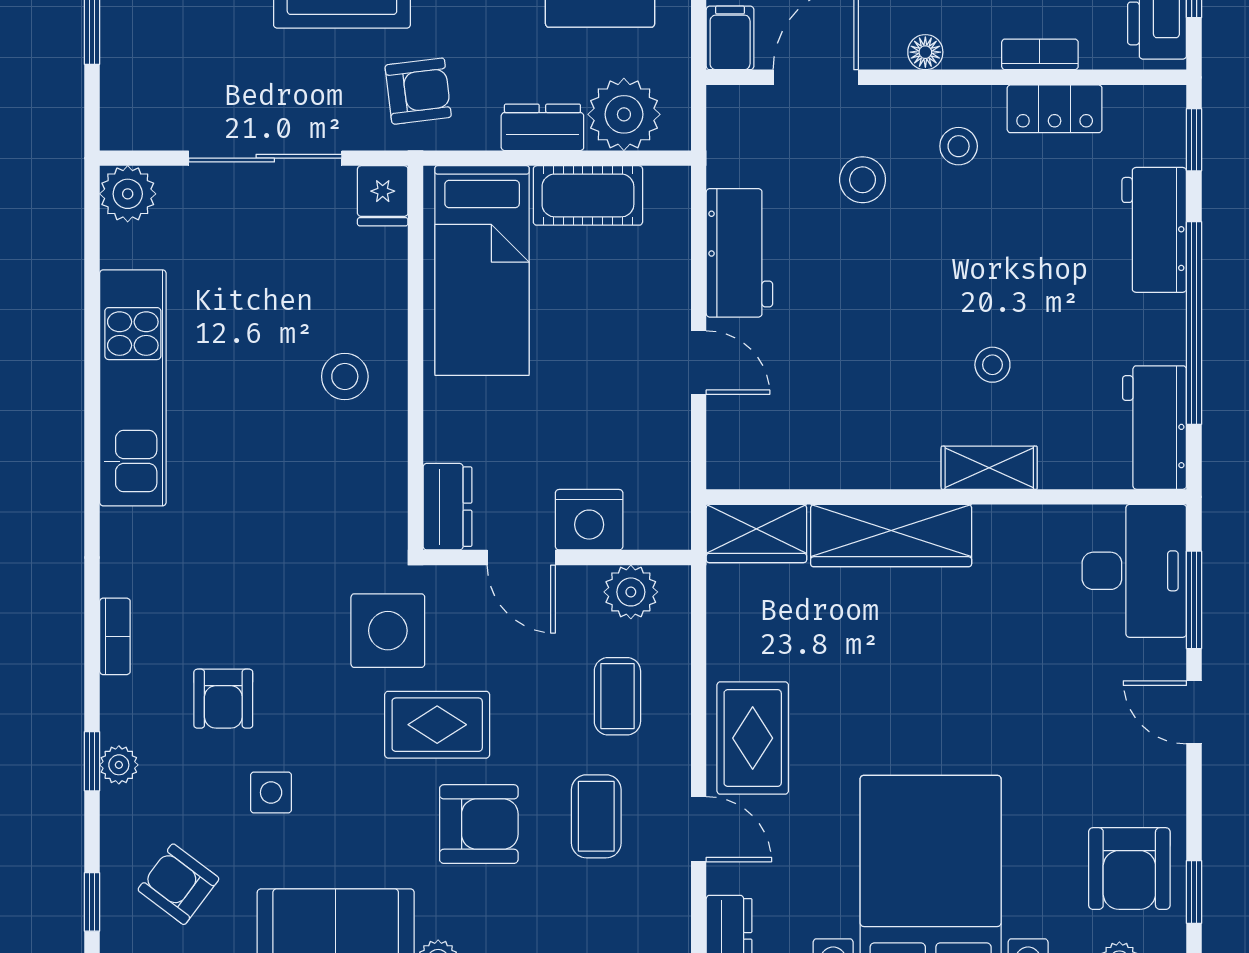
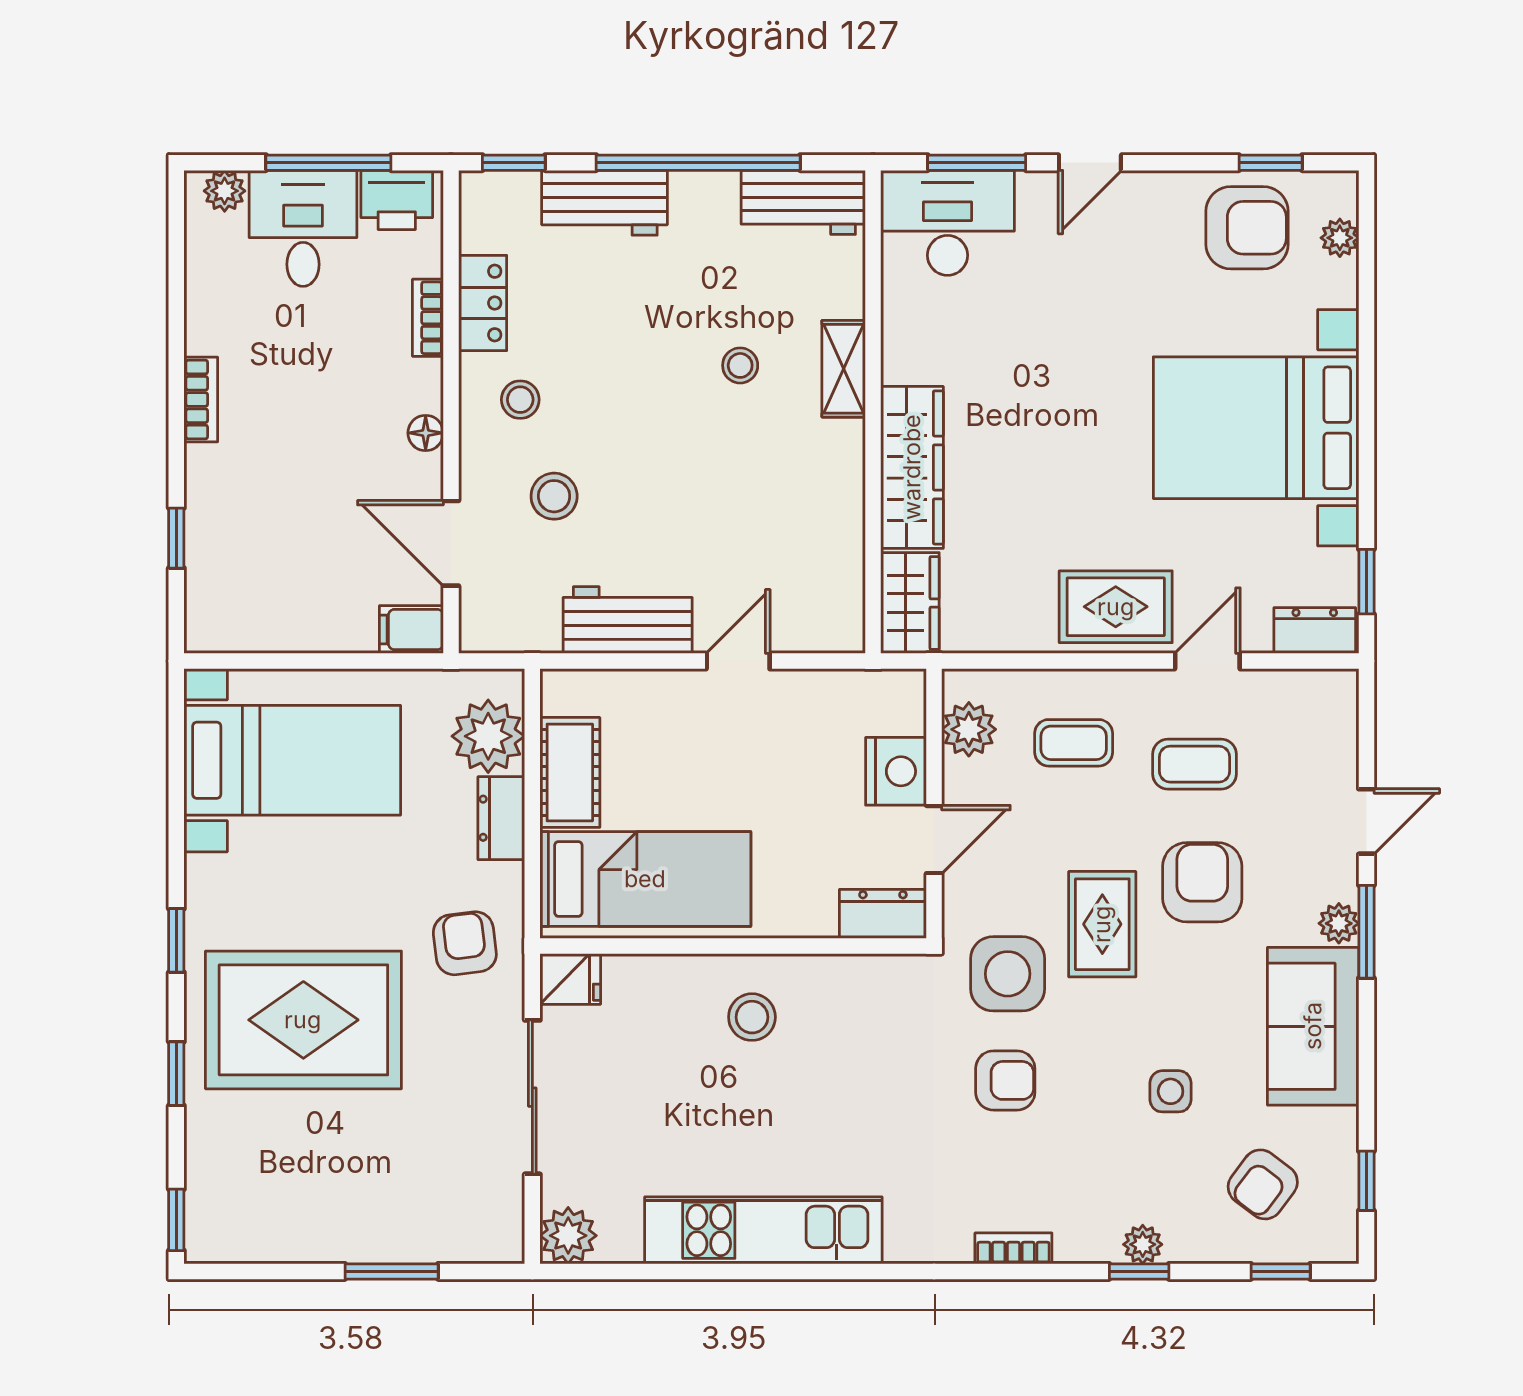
armchair: (223, 699) -> (1005, 1080), moved

